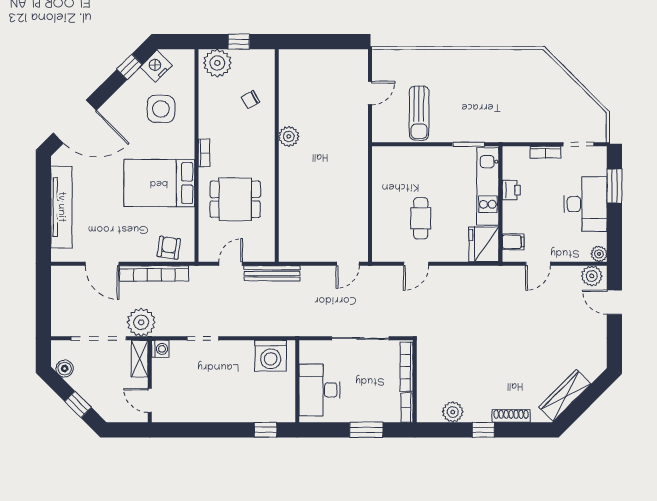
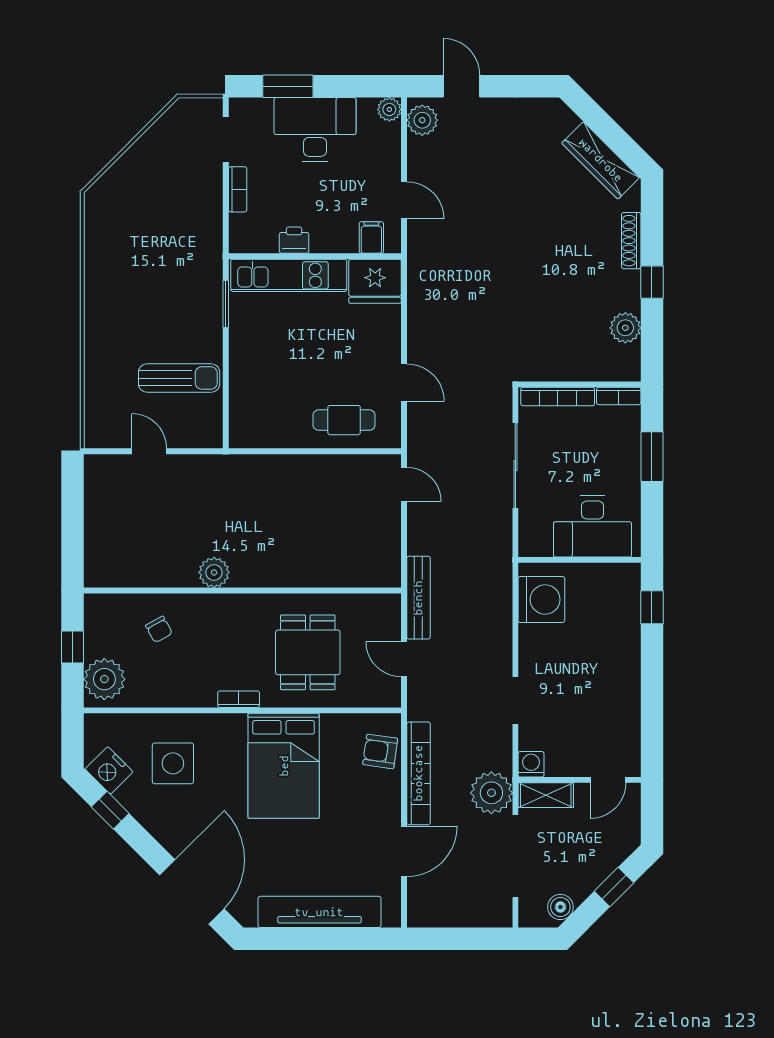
cafe table: (421, 218) -> (344, 420), moved
door: (614, 302) -> (462, 86), swing flipped

